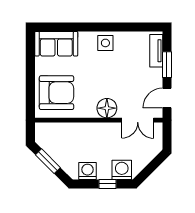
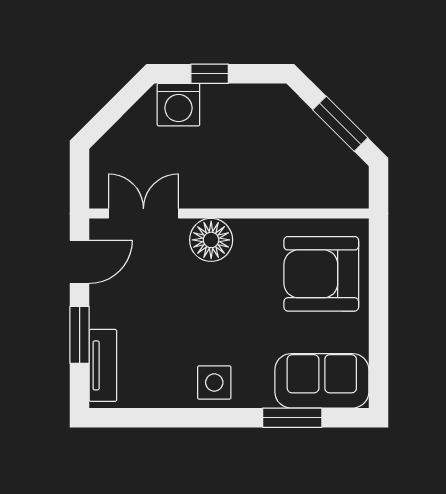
window: (70, 27) -> (292, 418), added
washing machine: (88, 171) -> (253, 102), removed

